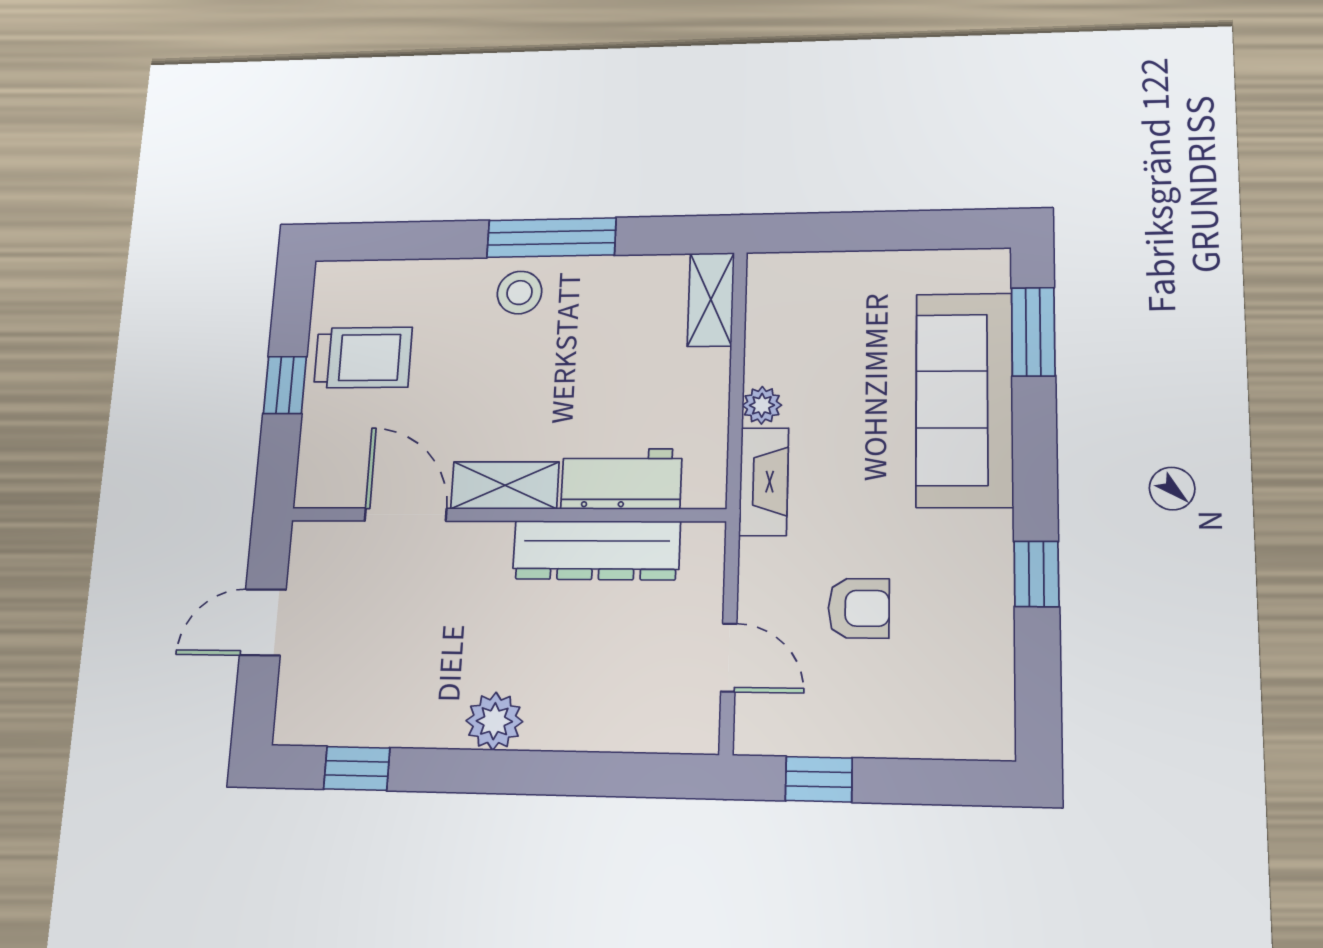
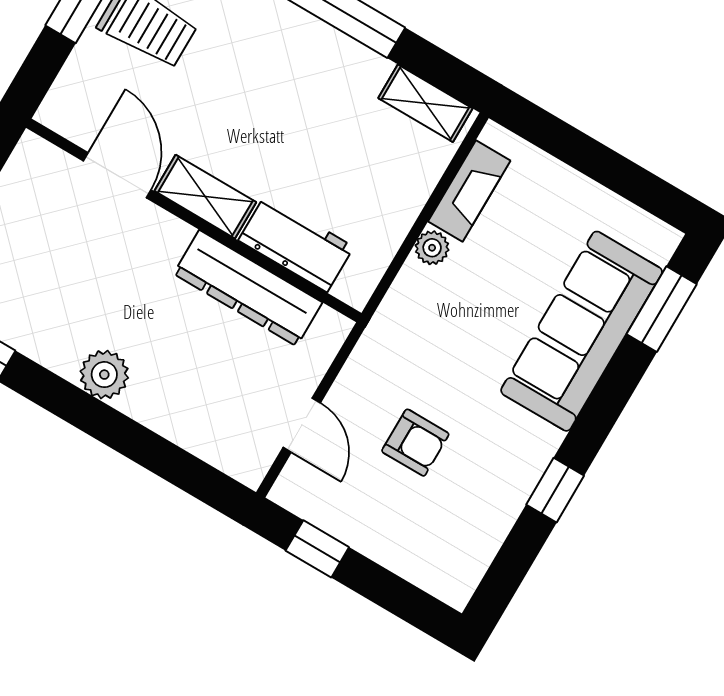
stool: (519, 293) -> (298, 45), removed
shelving: (711, 299) -> (425, 103), moved, turned 90
fireplace: (764, 482) -> (469, 191), moved

